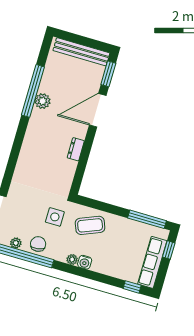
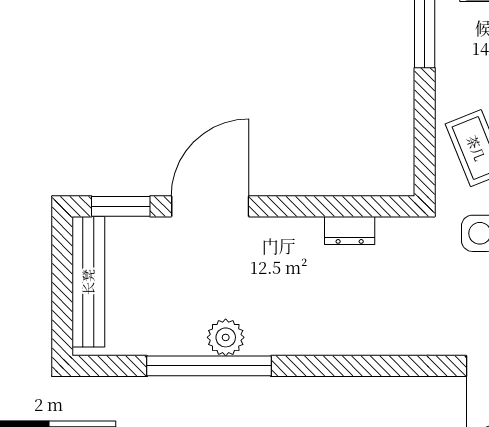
door: (98, 110) -> (210, 206), swing flipped
dresser: (76, 149) -> (350, 230), moved

